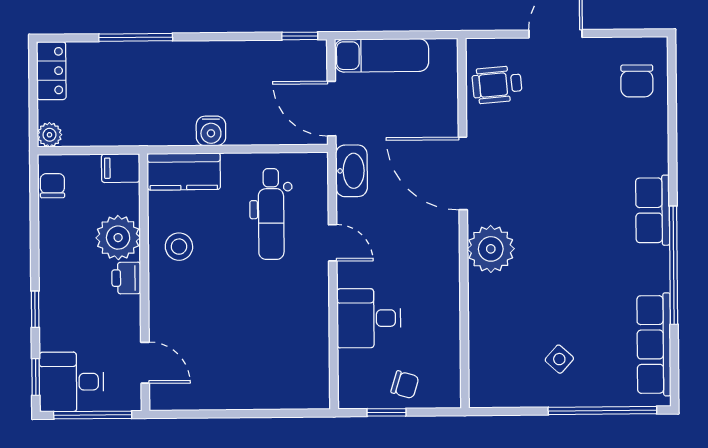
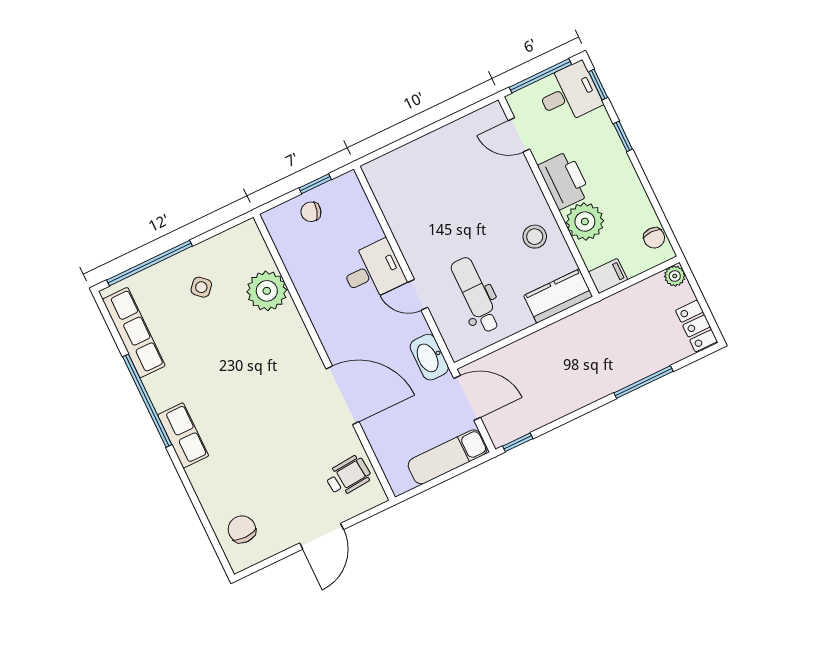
water cooler: (211, 131) -> (552, 337), removed
plant: (491, 249) -> (267, 291), moved
printer: (126, 278) -> (564, 180), width x1.87, depth x1.48
desk: (369, 318) -> (373, 271), moved

